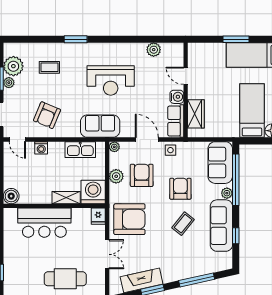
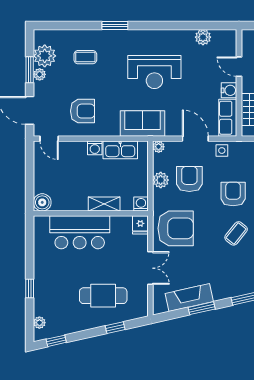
armchair: (47, 115) -> (83, 111), turned -113
washing machine: (41, 148) -> (95, 148), moved
washing machine: (93, 192) -> (141, 204), width x0.53, depth x0.53

